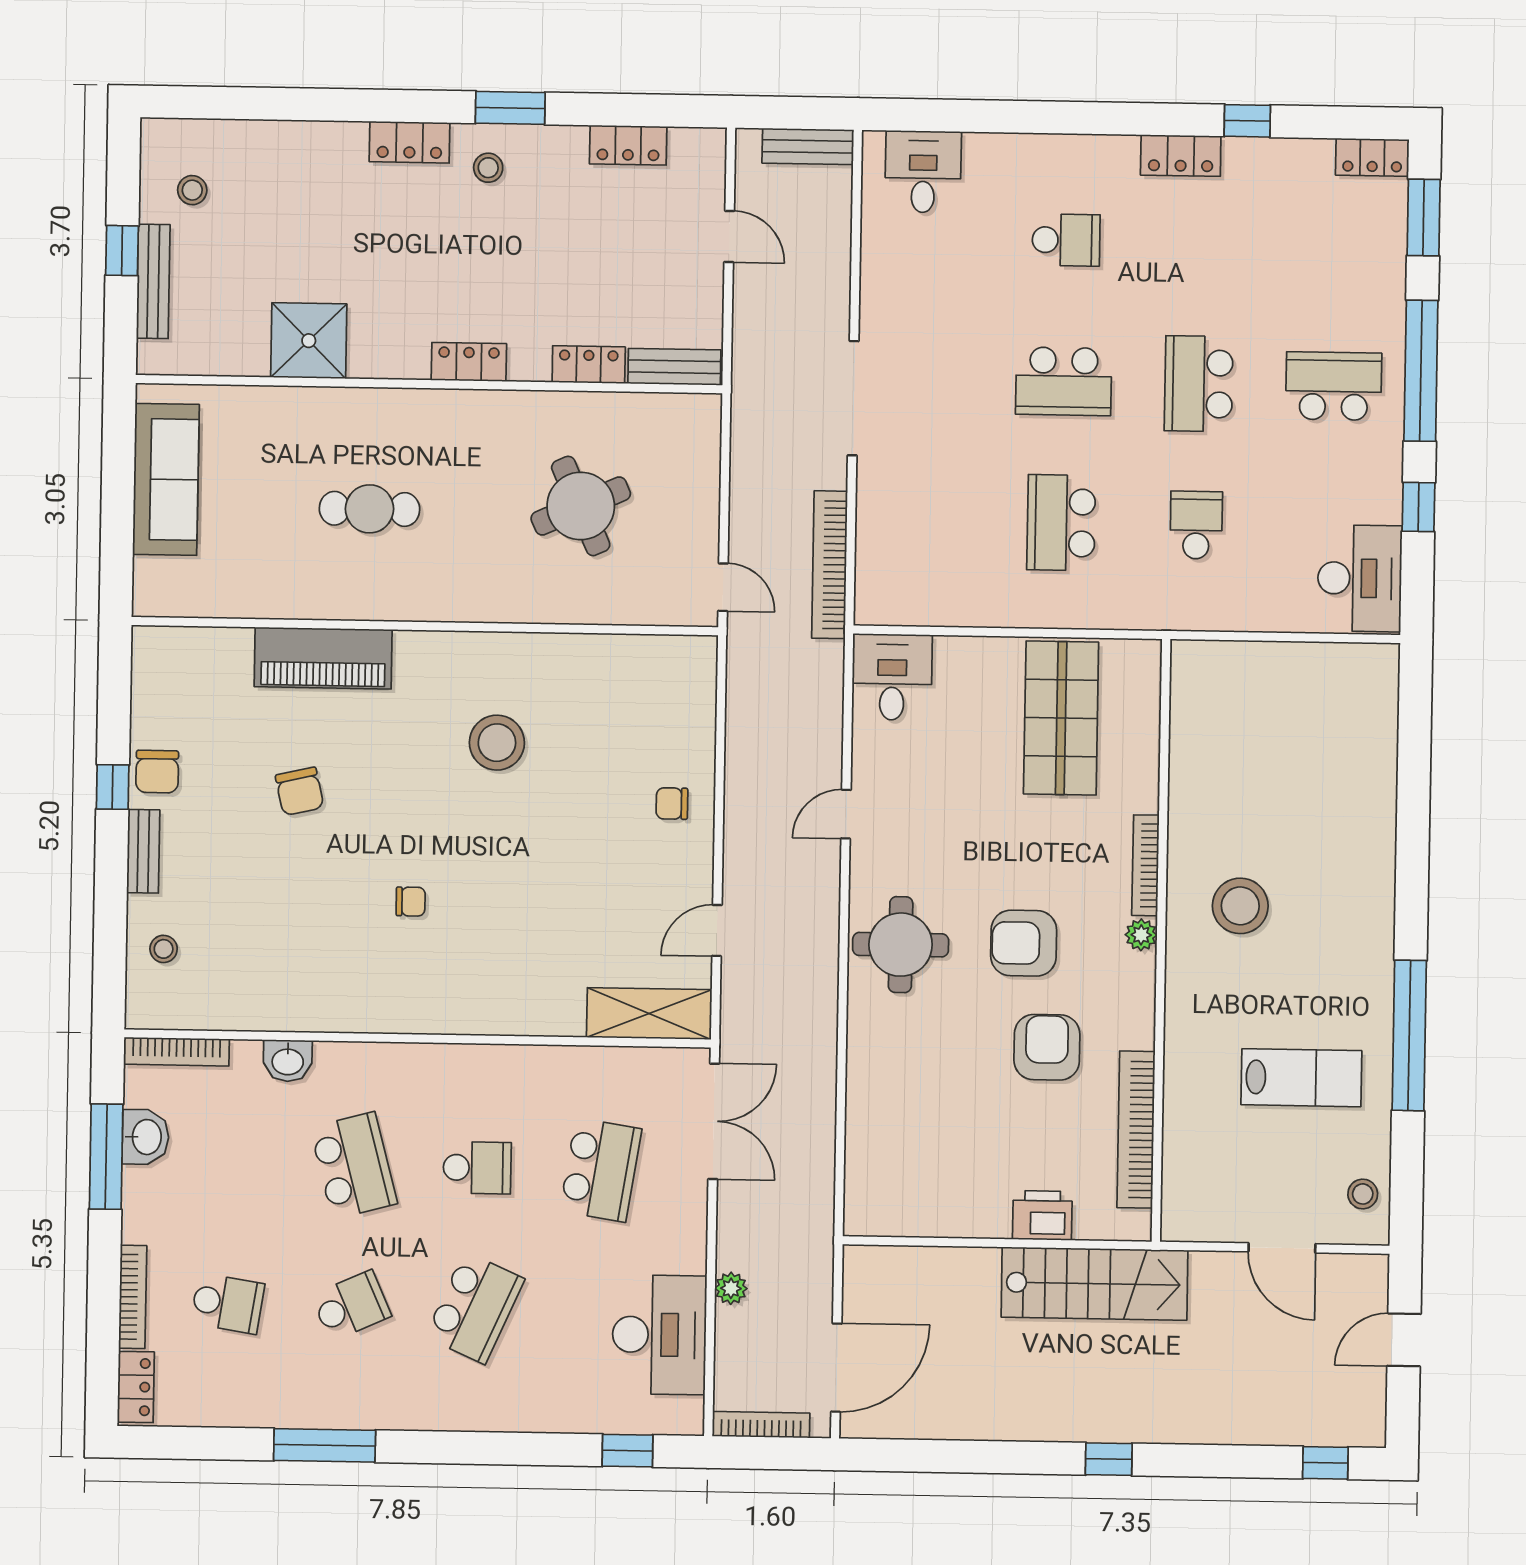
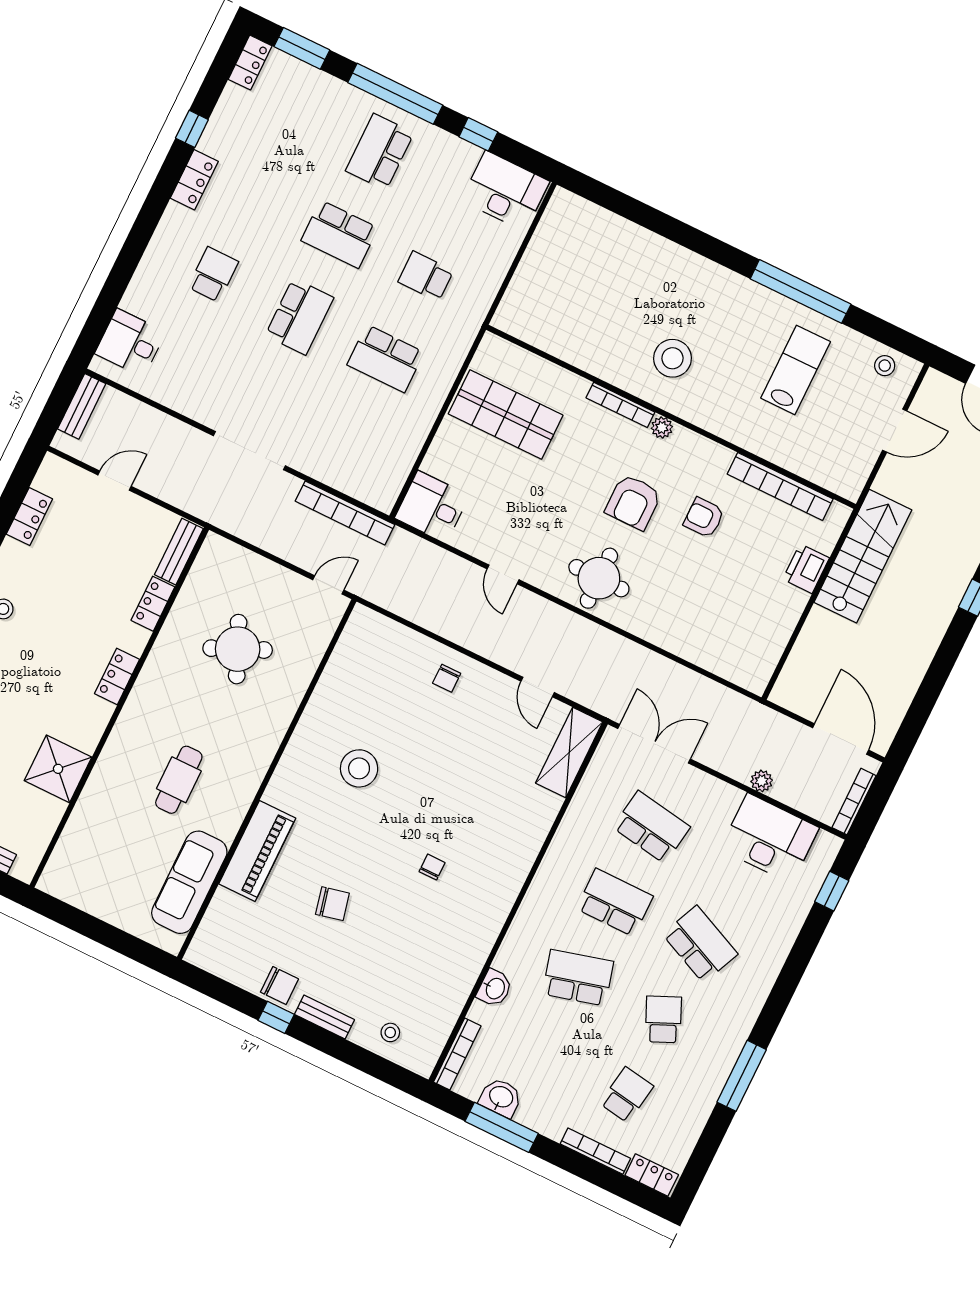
sofa: (166, 479) -> (189, 882), moved, turned -90
armchair: (1047, 1047) -> (704, 518), width x0.72, depth x0.72
school desk: (477, 1168) -> (615, 902), width x1.85

